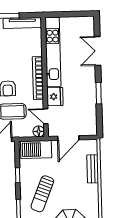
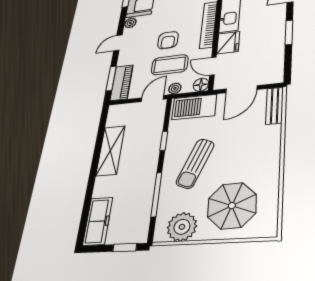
plant: (19, 133) -> (175, 88), added
bench: (93, 169) -> (275, 106), moved

